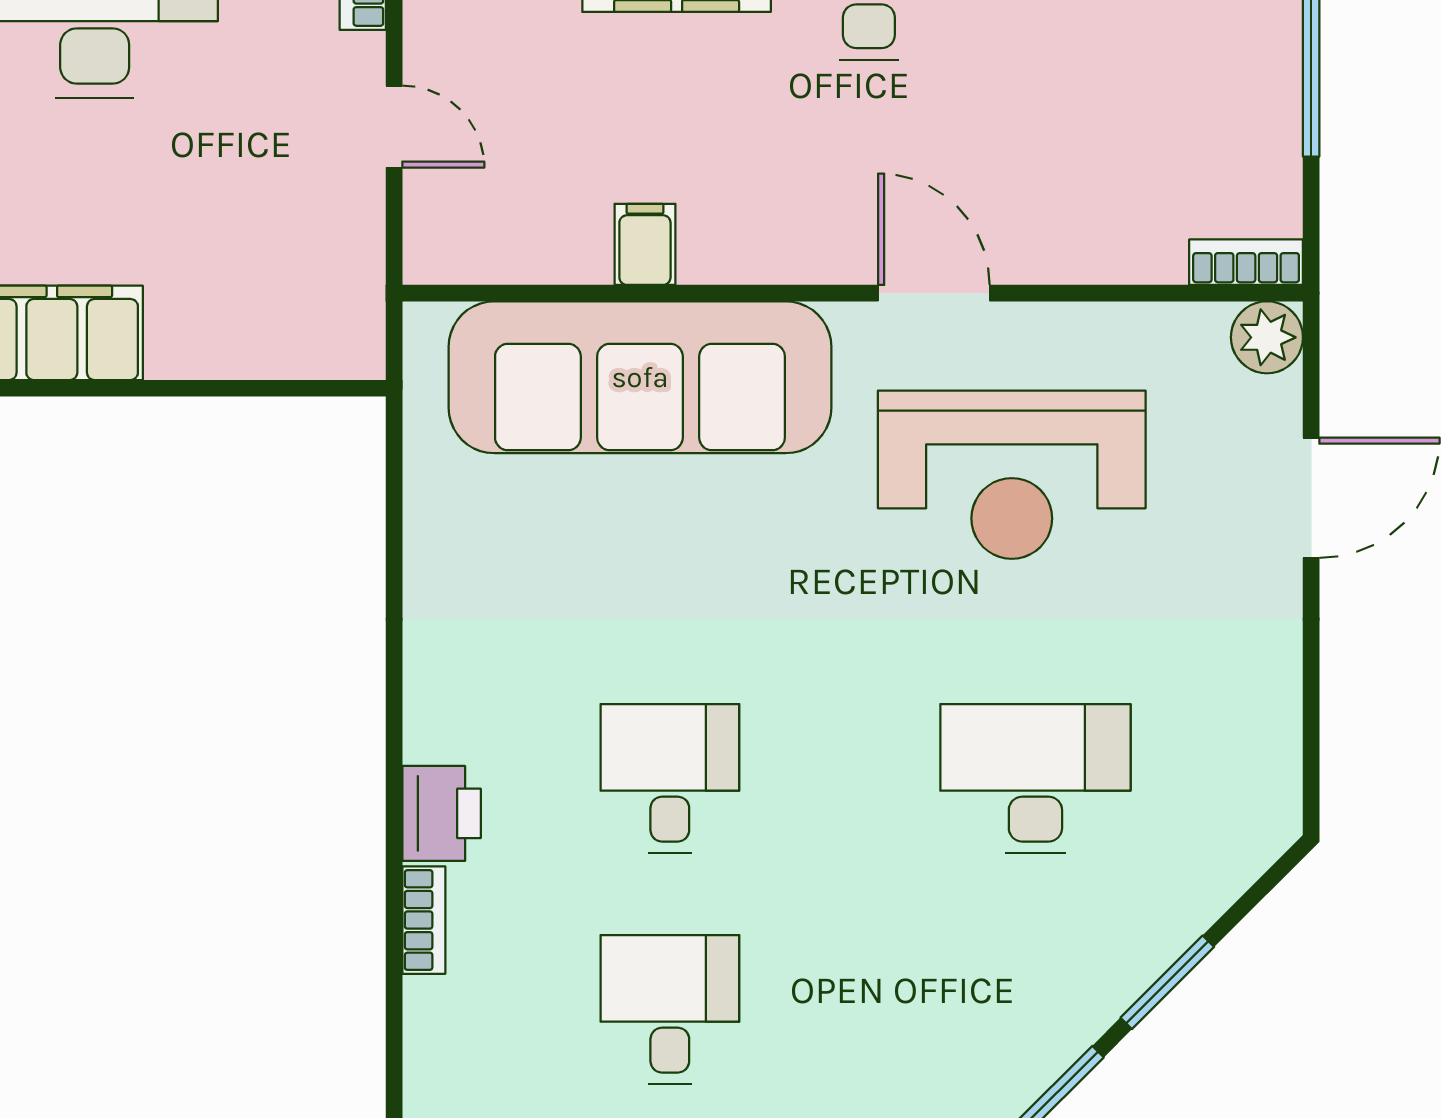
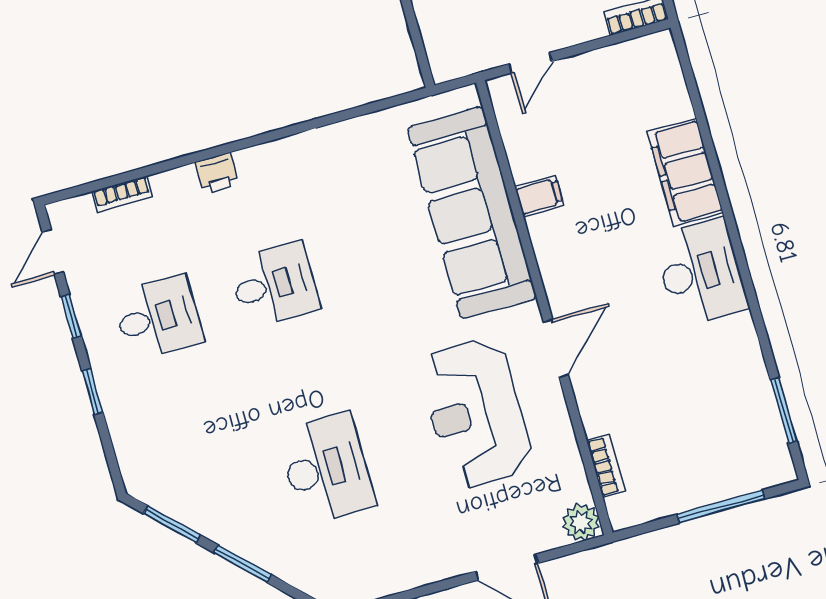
door: (394, 127) -> (530, 63), moved
bookcase: (1246, 262) -> (606, 466), moved
printer: (442, 813) -> (217, 173), width x0.73, depth x0.81
bookcase: (424, 920) -> (122, 194), moved

